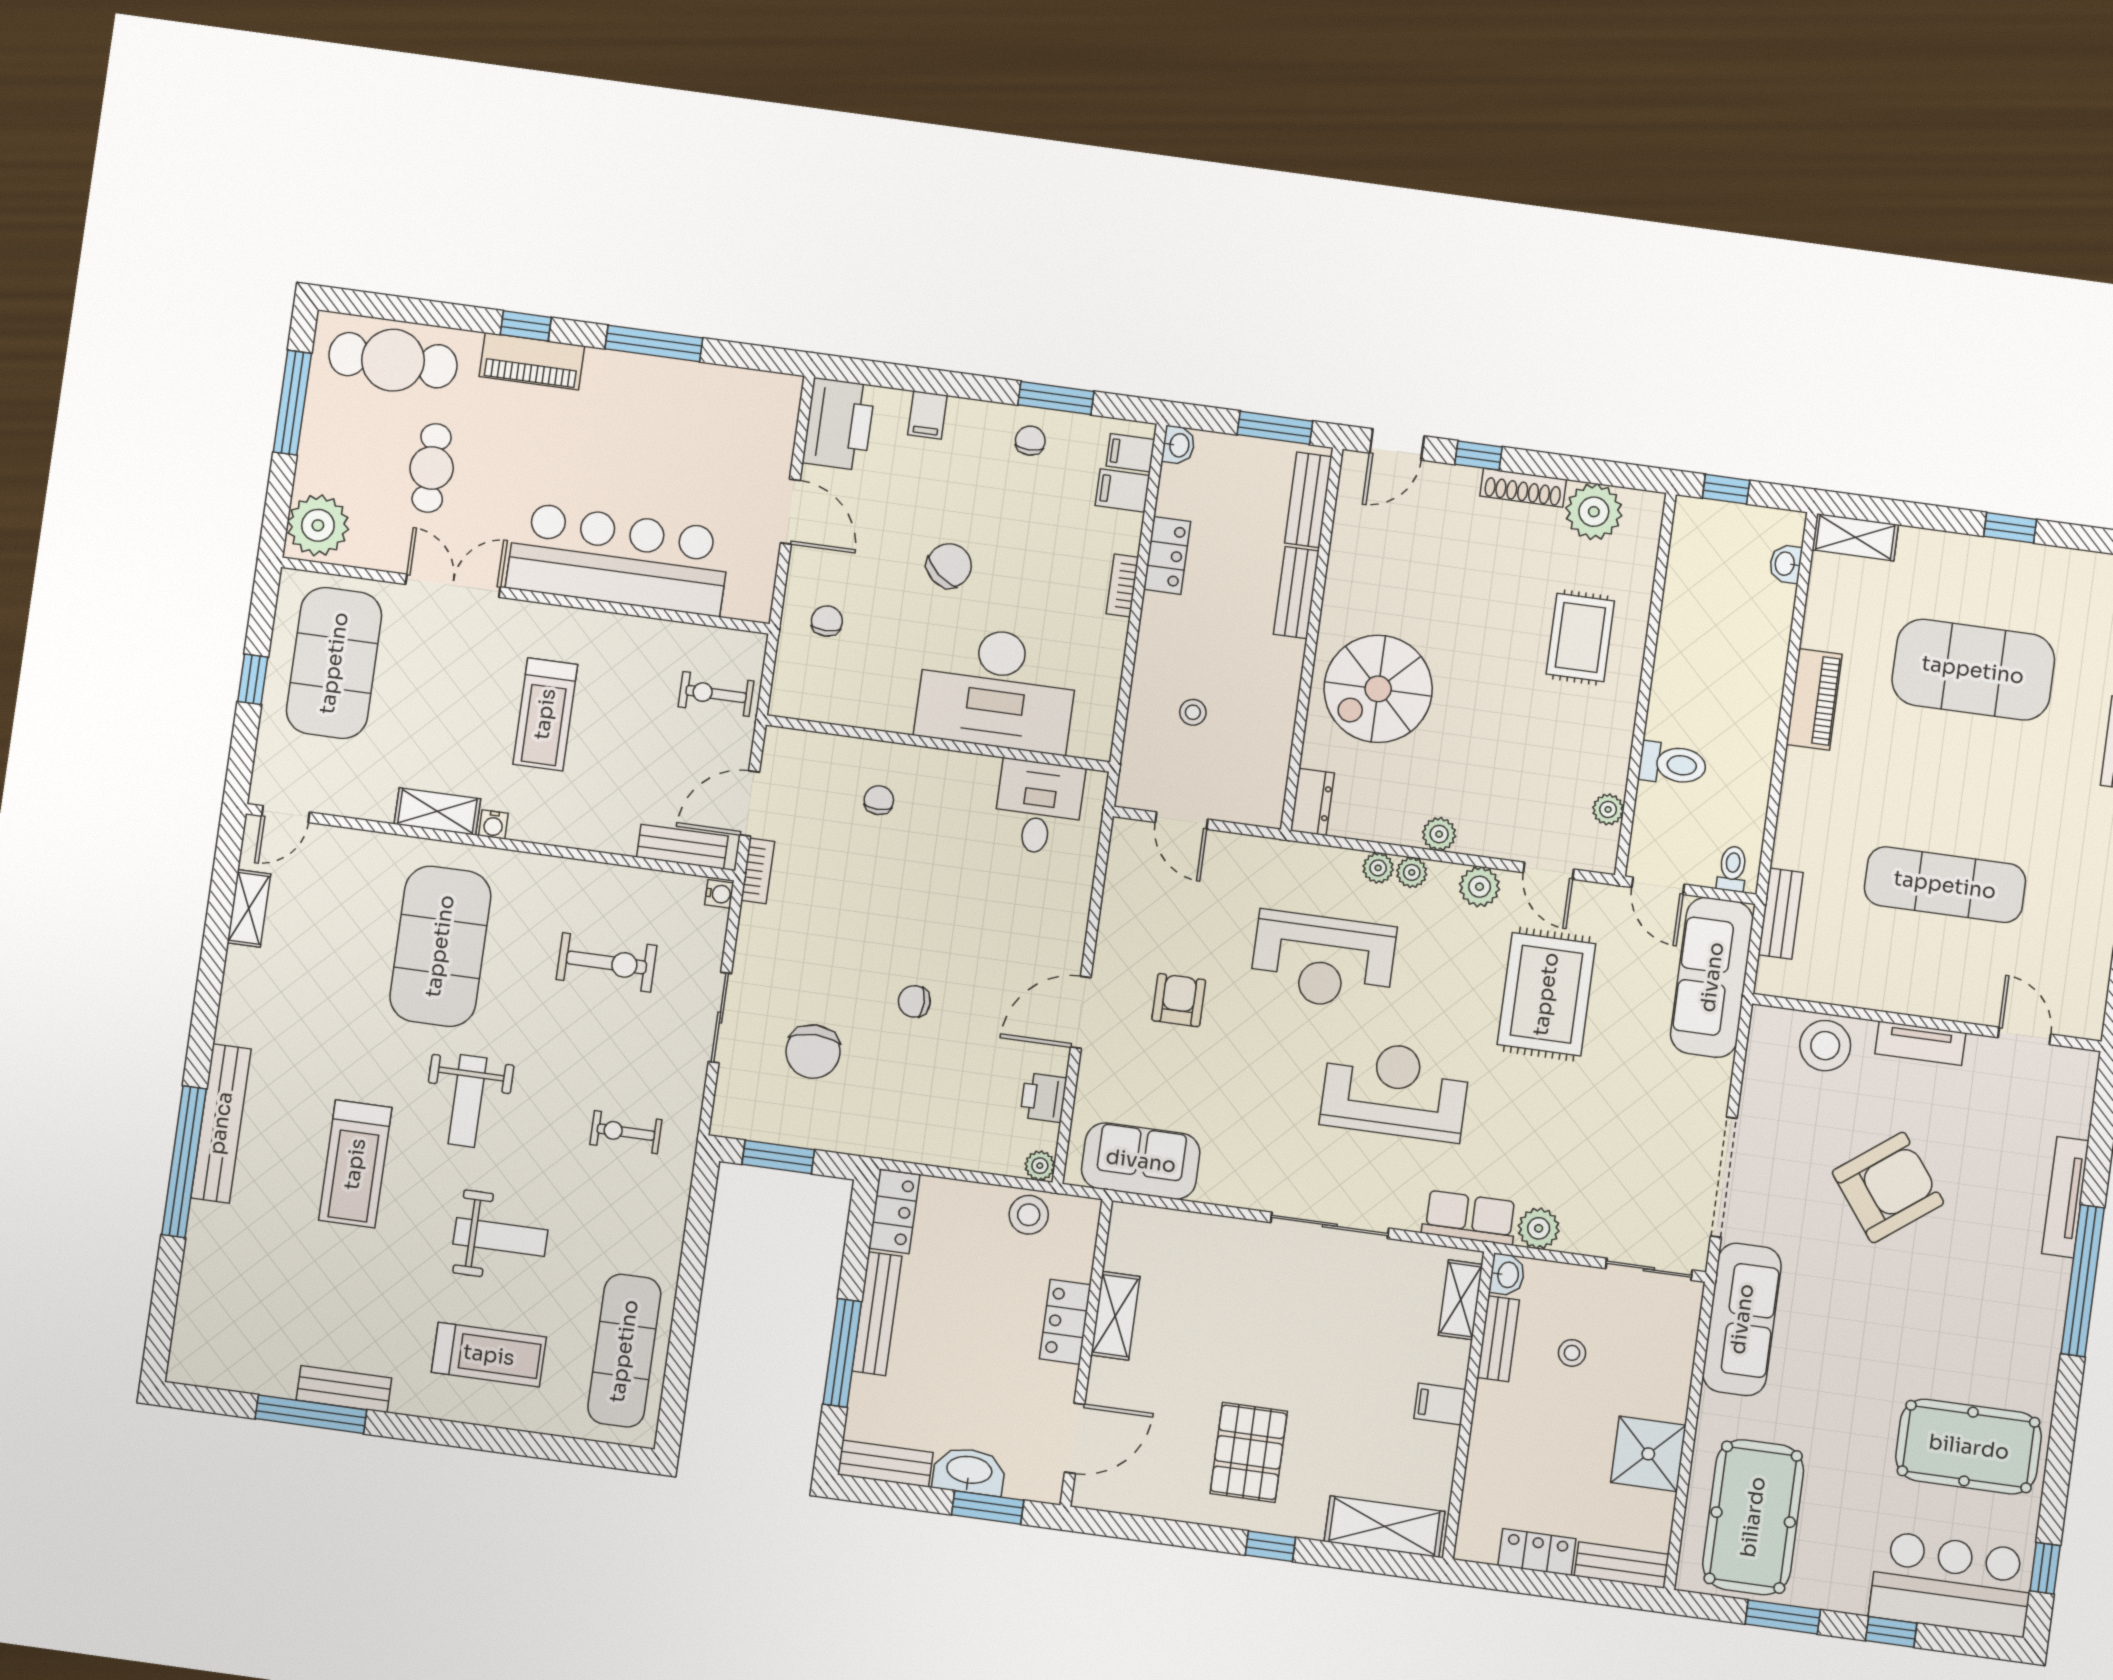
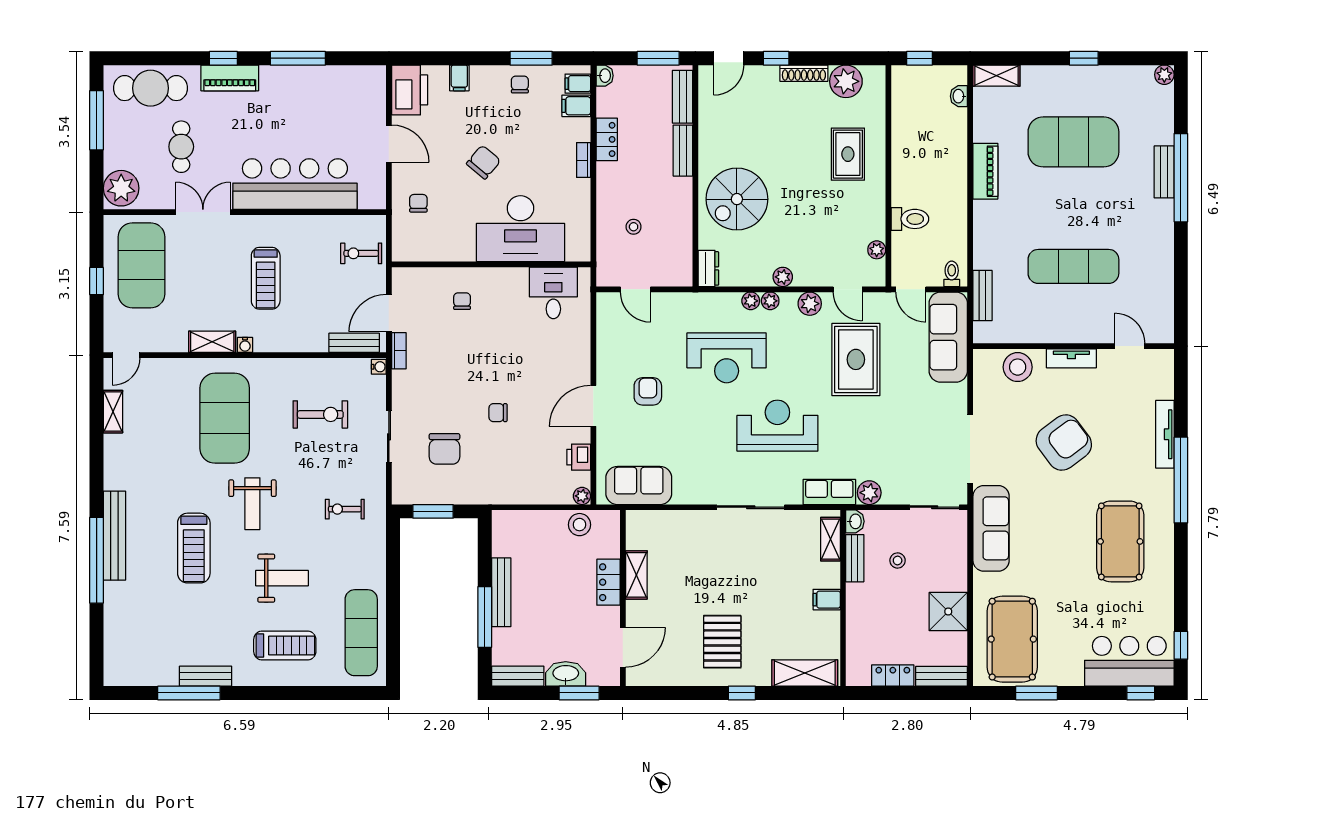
locker: (894, 1211) -> (503, 533), removed
pool table: (1969, 1447) -> (1120, 541), moved, turned 90
window: (1891, 1632) -> (1141, 693), moved

